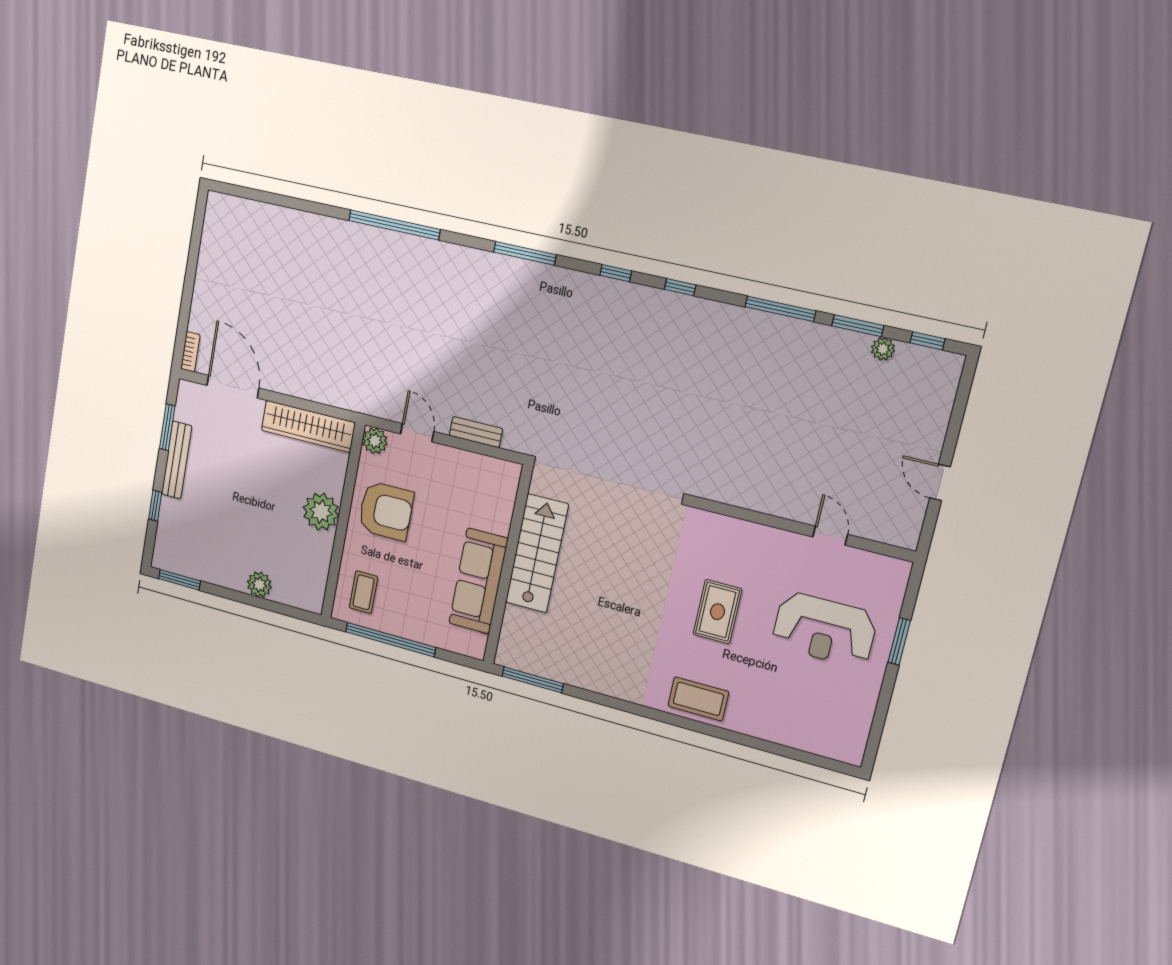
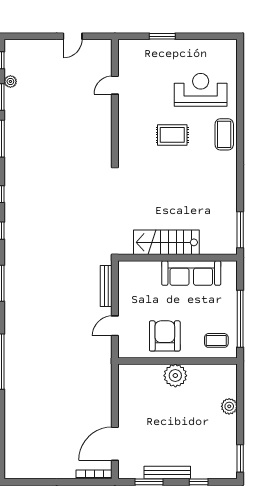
bookcase: (190, 352) -> (94, 474), width x1.56
wardrobe: (308, 426) -> (127, 393), removed
bench: (476, 432) -> (106, 286), width x1.36
plant: (375, 441) -> (126, 350), removed
reception desk: (824, 630) -> (201, 90), moved, turned -90

